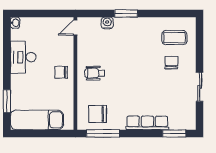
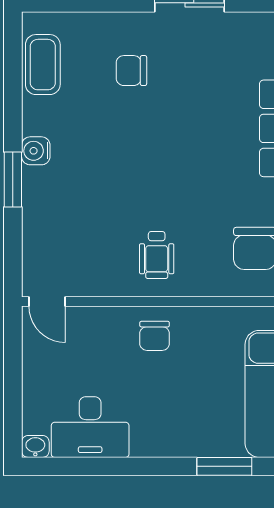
water cooler: (107, 23) -> (36, 151), moved
coffee table: (174, 38) -> (43, 65), moved
desk: (23, 57) -> (90, 427), moved

